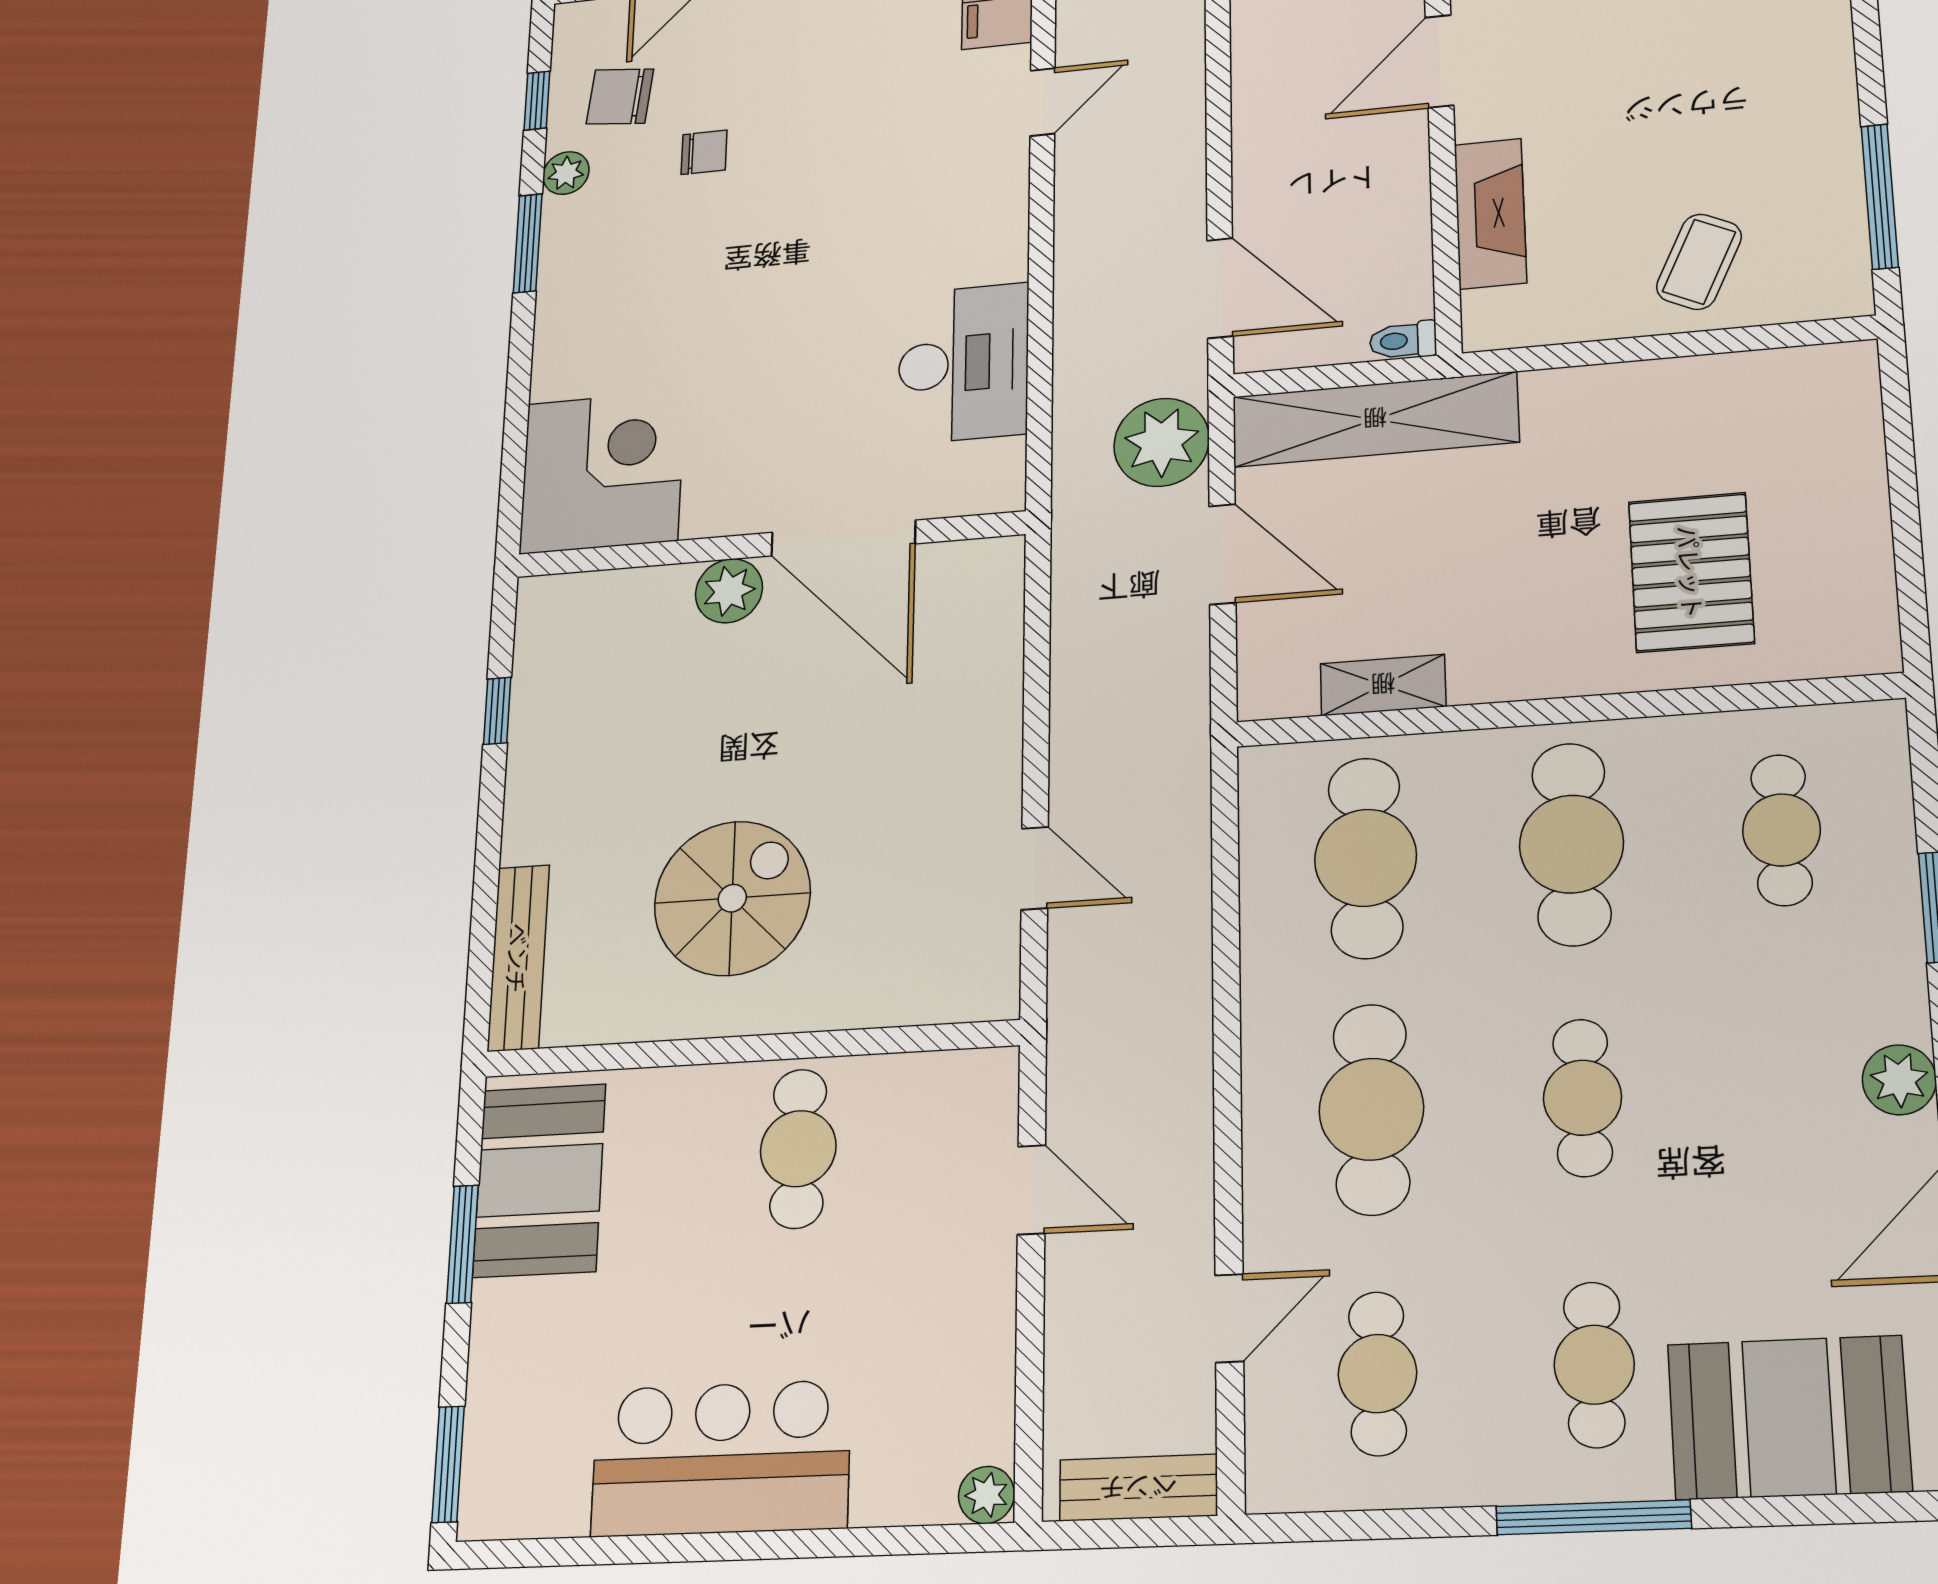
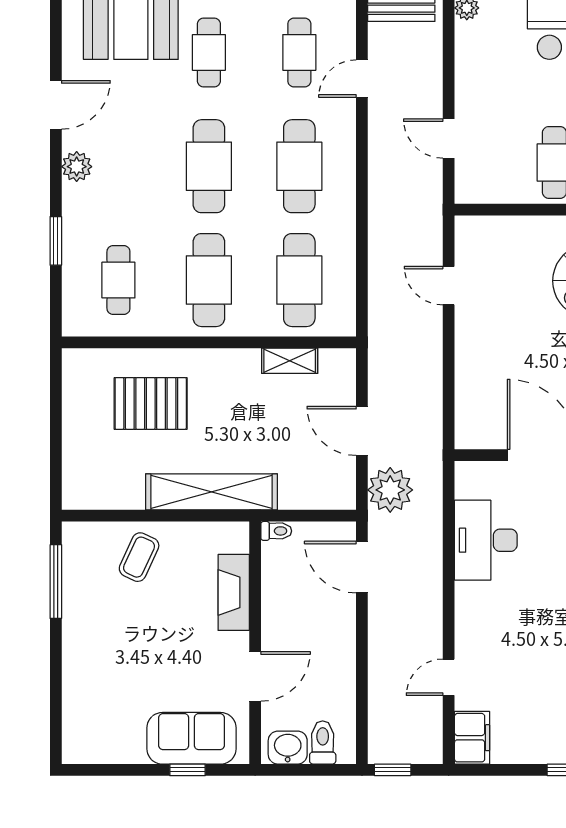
shelving: (1375, 419) -> (211, 492), moved
pallet: (1691, 572) -> (151, 403), turned 90
cafe table: (1582, 1098) -> (209, 166), width x1.37, depth x1.35

